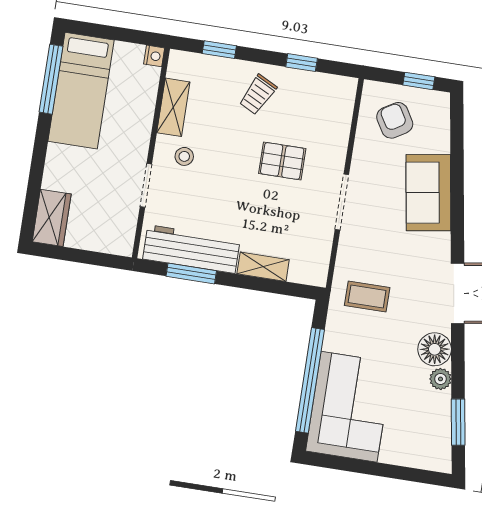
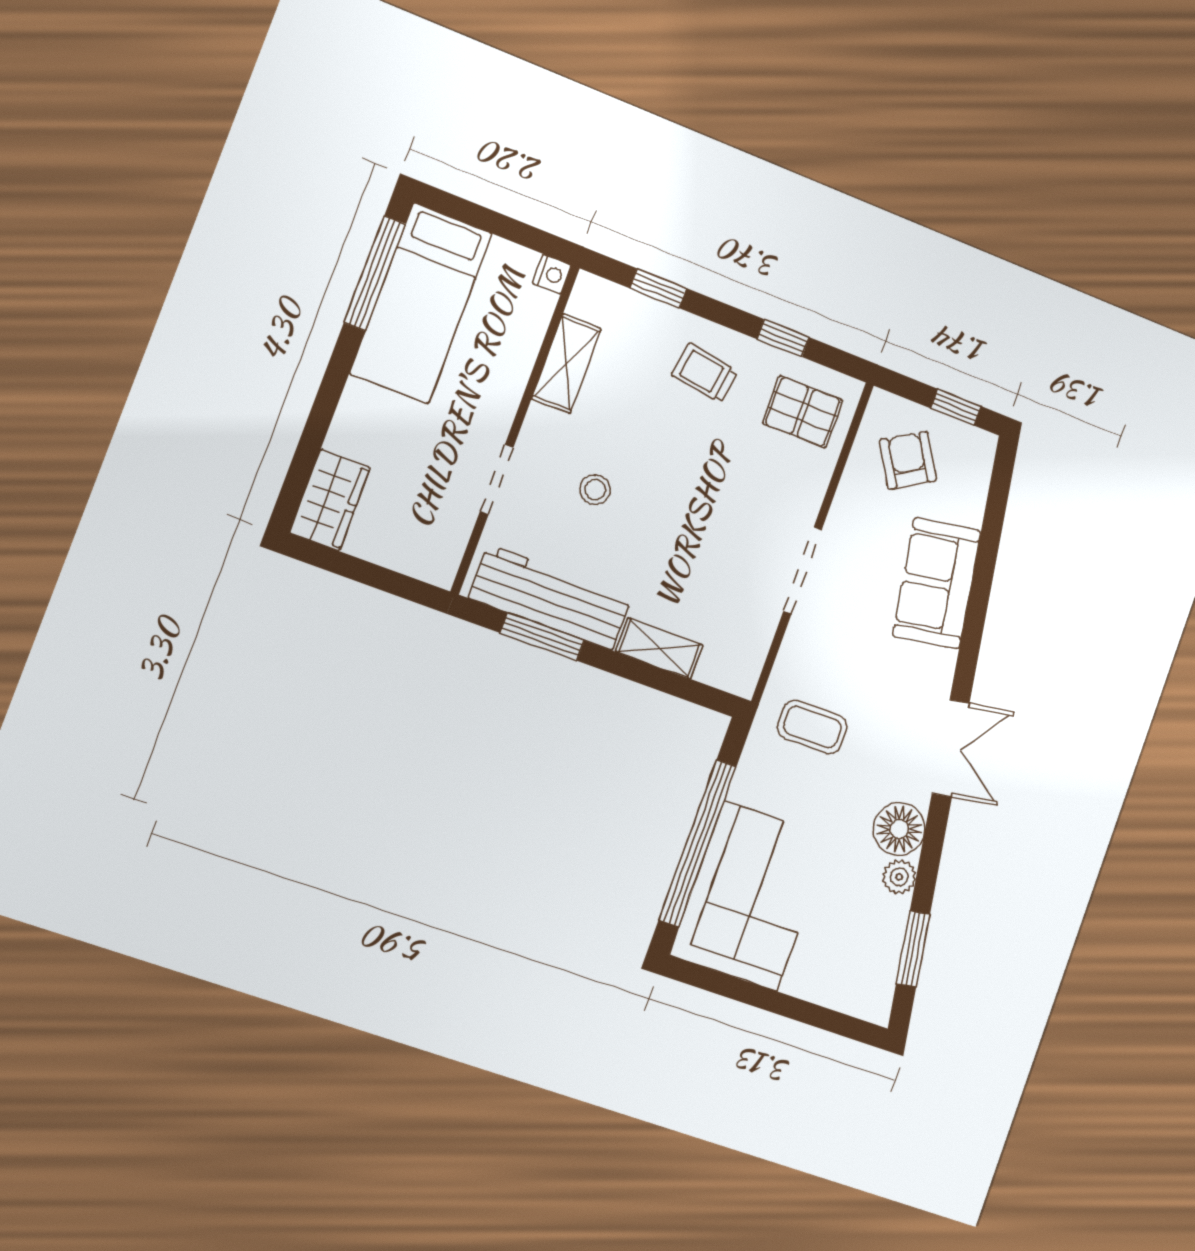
trolley: (258, 95) -> (705, 373), turned 72
stool: (184, 156) -> (595, 490), moved
pallet: (282, 161) -> (803, 412), moved

